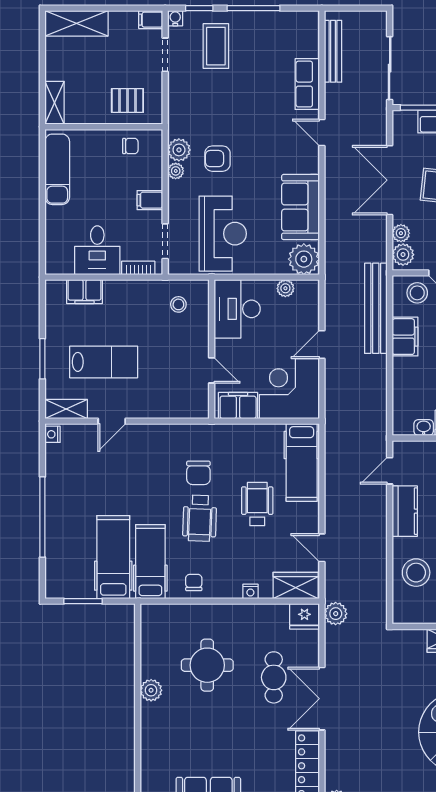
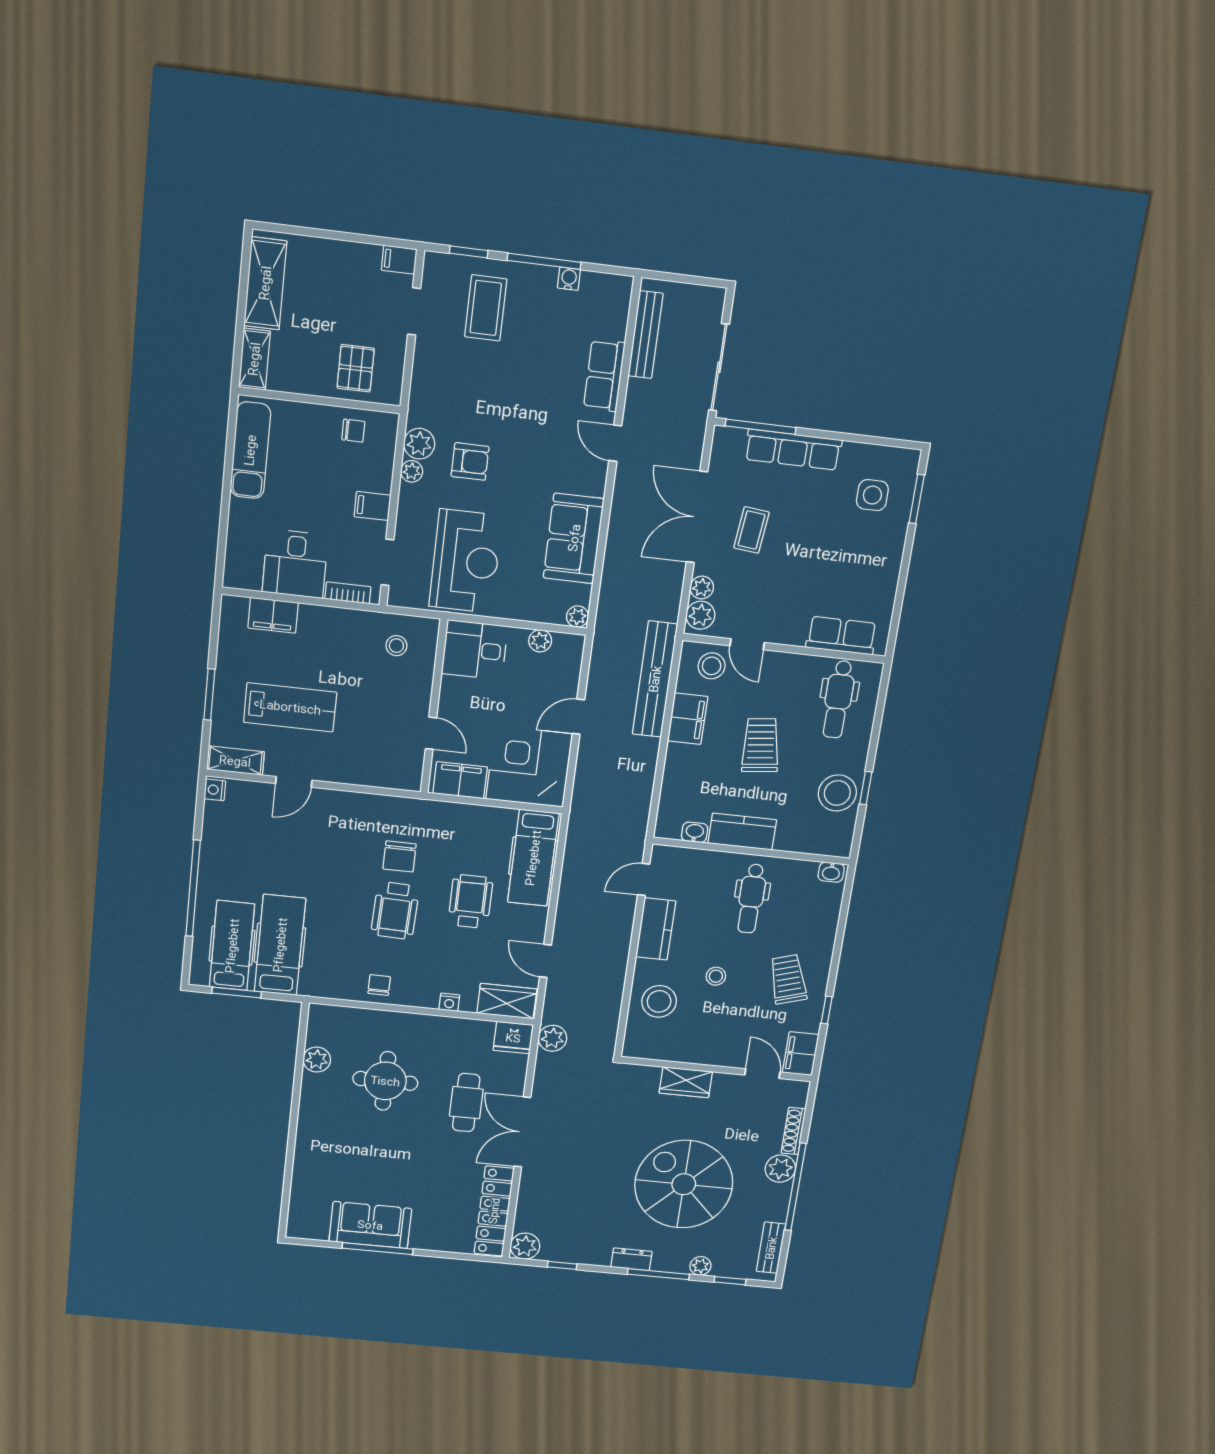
water cooler: (175, 18) -> (569, 279), moved
shelving: (77, 23) -> (265, 283), moved, turned 90
pallet: (127, 100) -> (356, 368), turned 90
armchair: (217, 159) -> (470, 461), turned 180
plant: (304, 259) -> (577, 617), width x0.53, depth x0.53
desk: (237, 309) -> (475, 650), width x0.73
hospital bed: (150, 562) -> (232, 946), moved
plant: (151, 690) -> (317, 1060), moved

